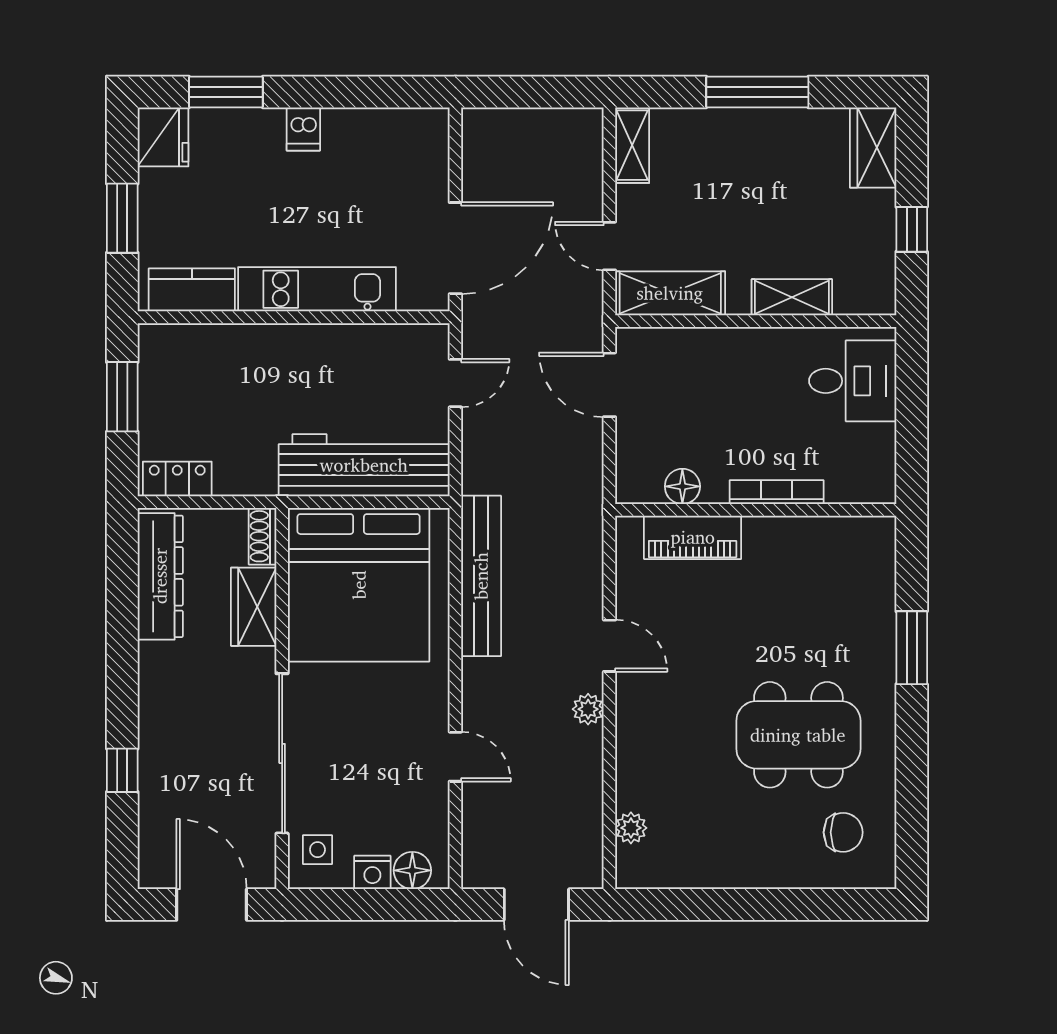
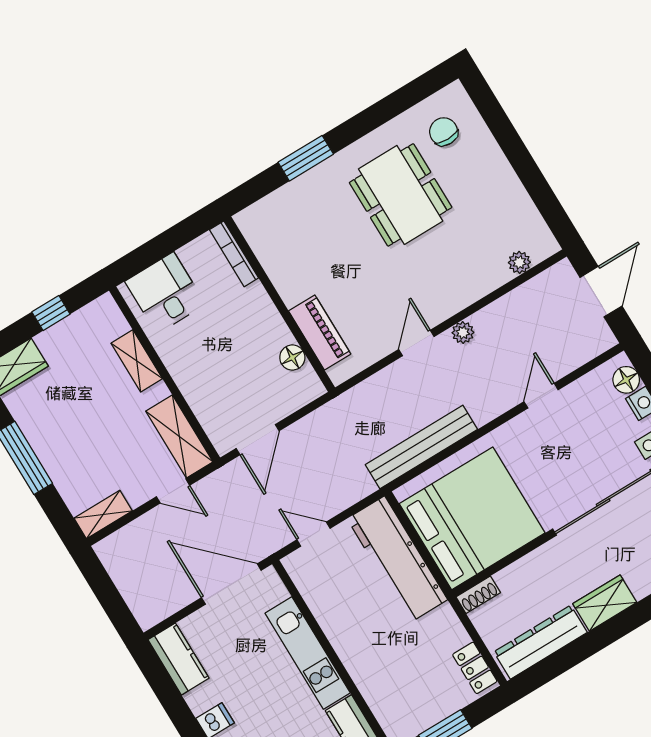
kitchen counter: (404, 130) -> (178, 659), added
door: (609, 246) -> (173, 491), hinge flipped
bookcase: (777, 492) -> (234, 254), moved
wardrobe: (254, 607) -> (605, 603), moved, turned 180

